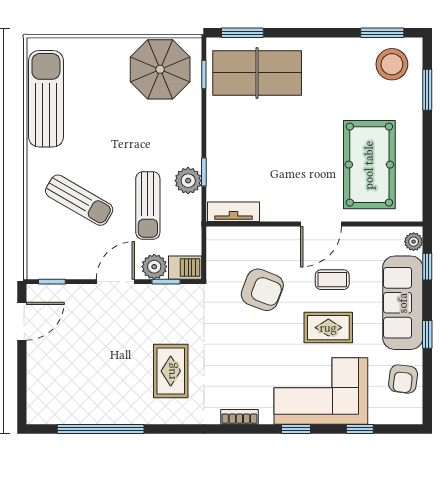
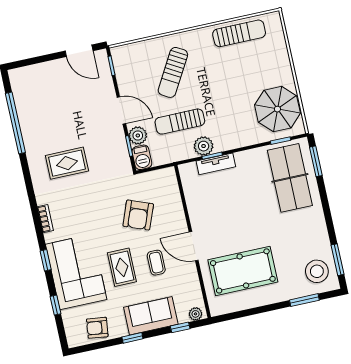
sun lounger: (46, 99) -> (239, 33), width x0.73, depth x0.75
tv unit: (234, 212) -> (216, 164), moved, turned 90
sofa: (403, 303) -> (151, 316), width x0.73

